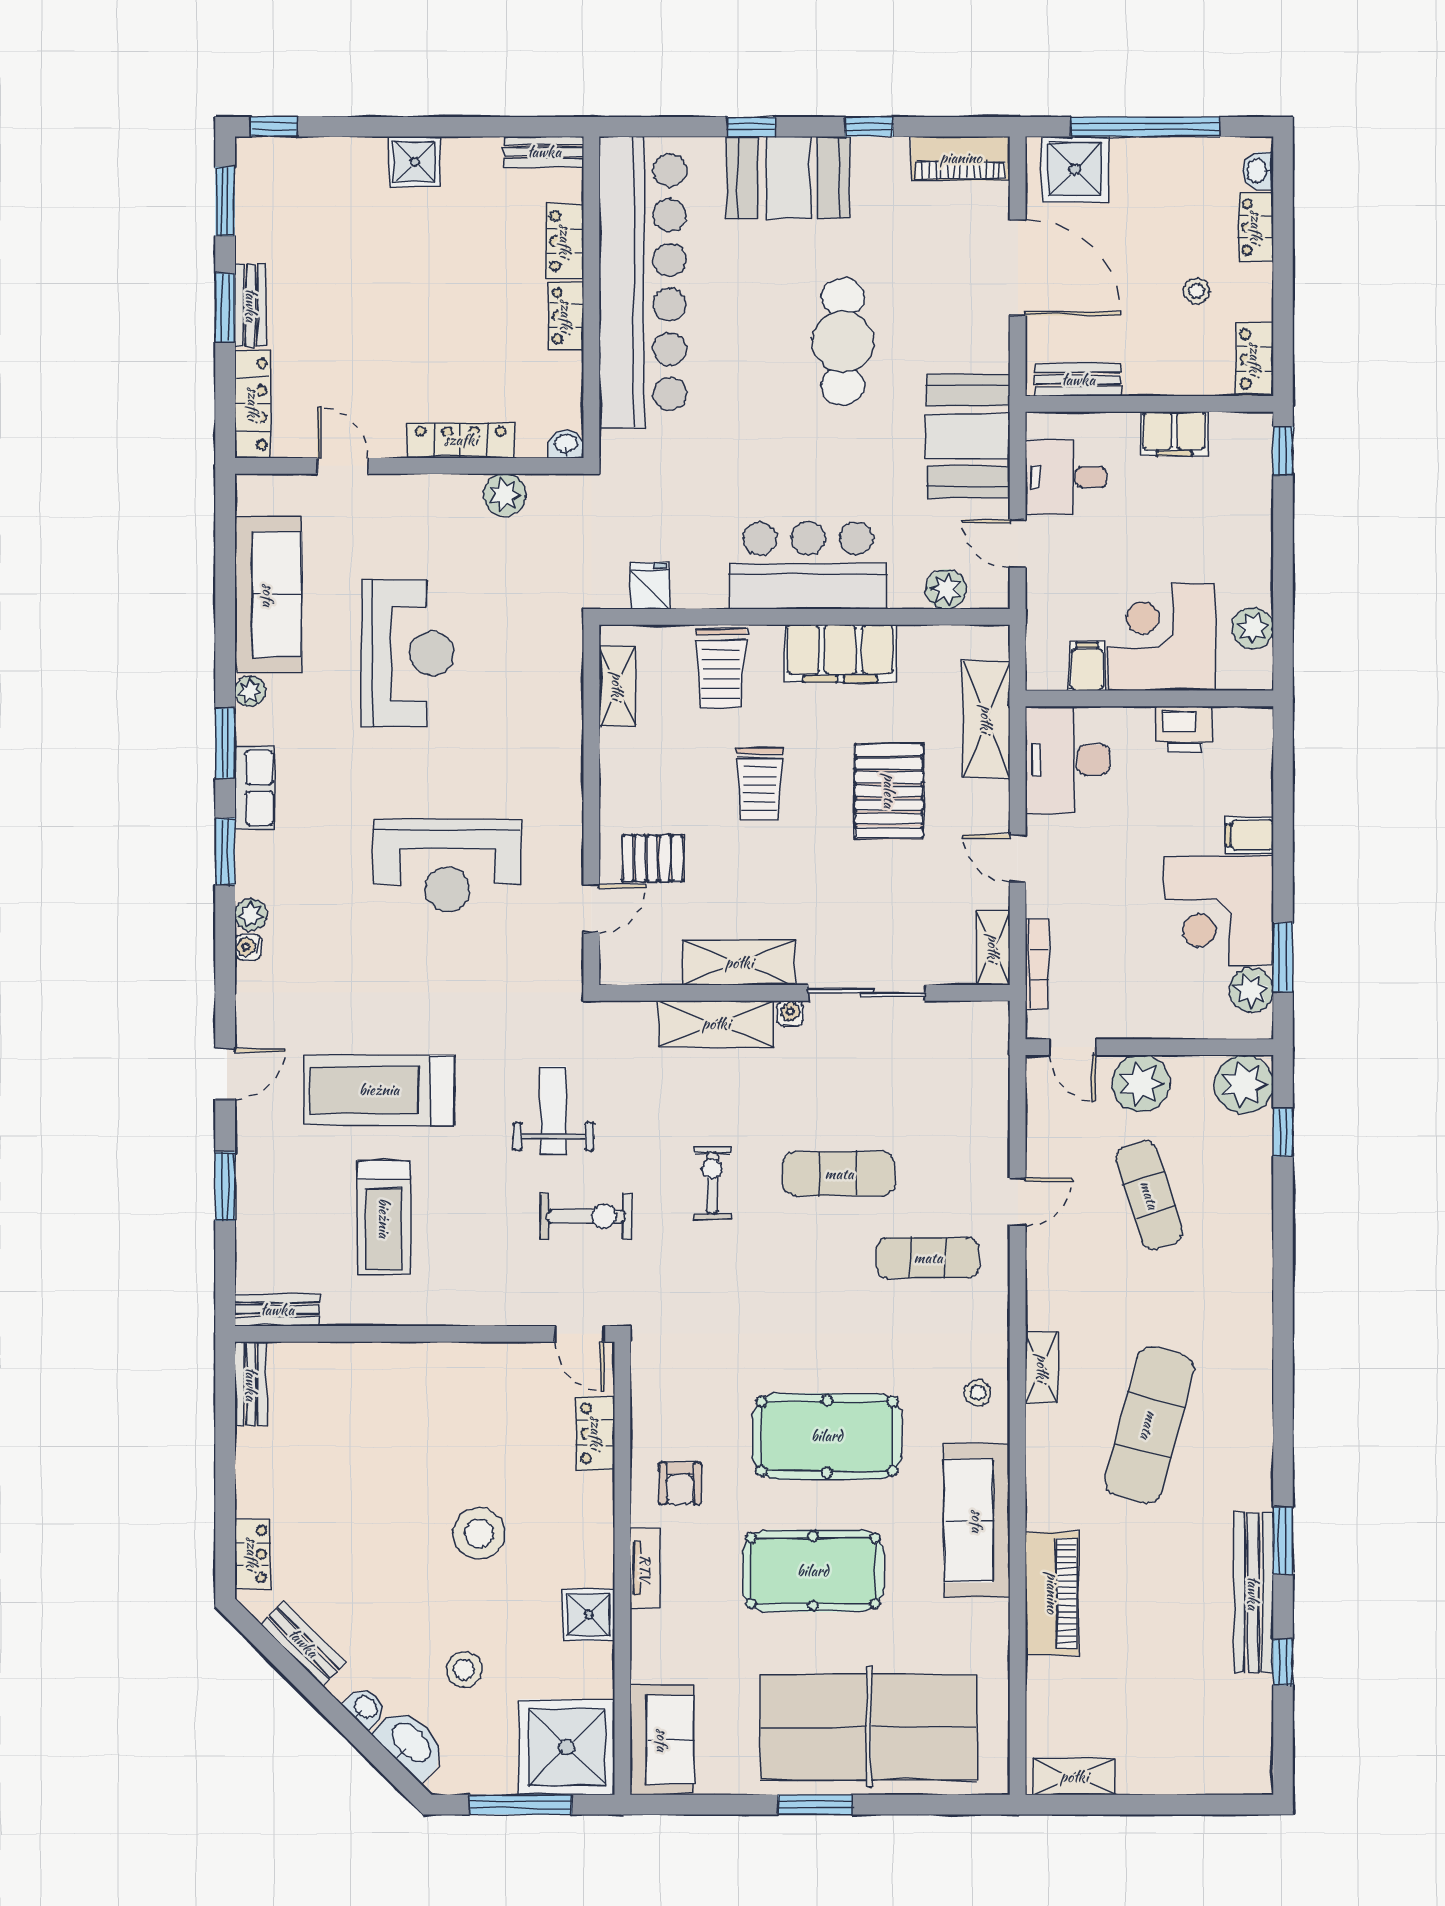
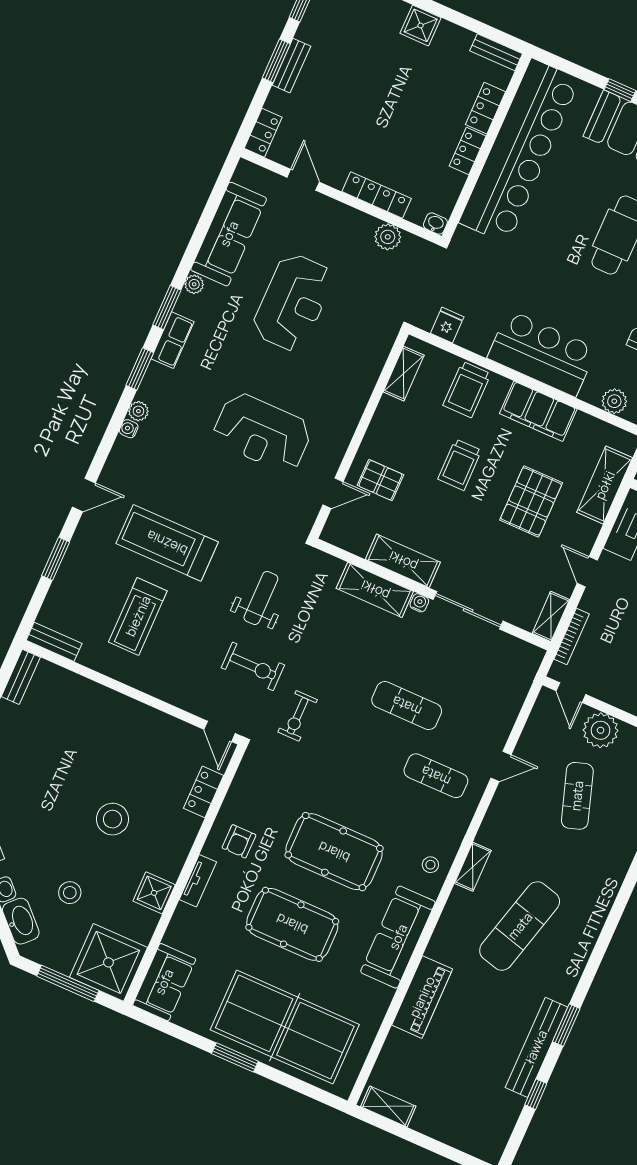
locker: (253, 404) -> (263, 133), width x0.66
exercise bike: (712, 1183) -> (298, 716), moved, turned 180

